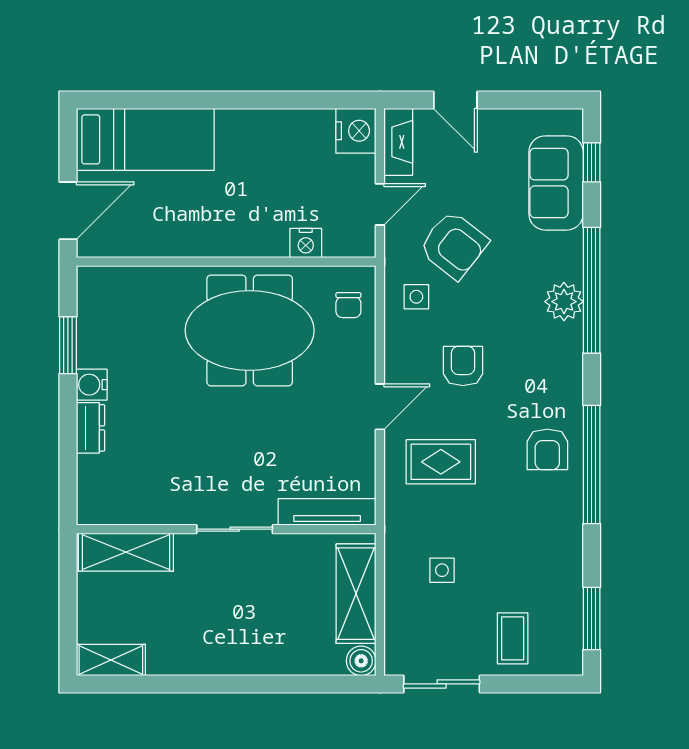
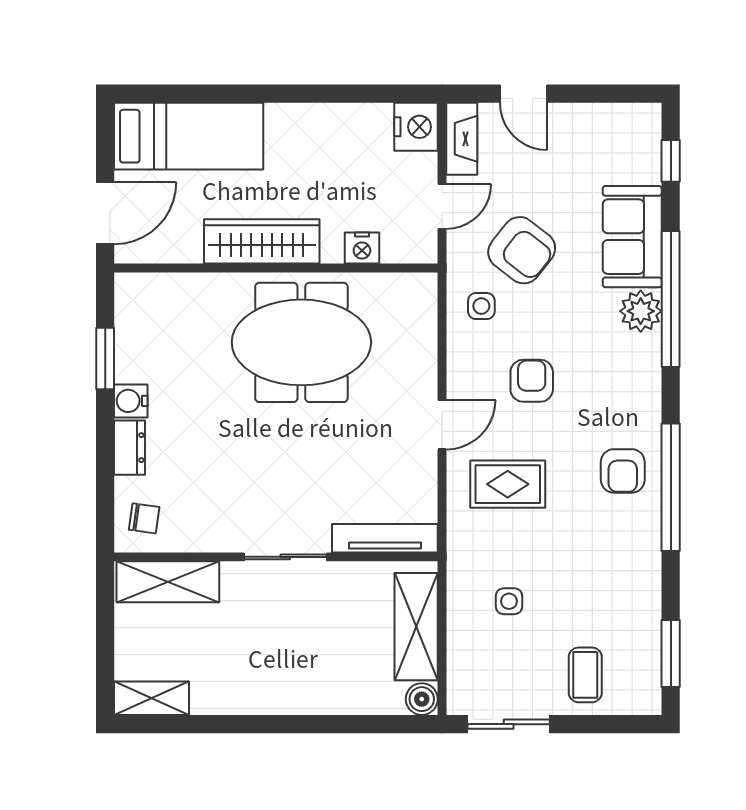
sofa: (556, 183) -> (632, 237), moved
wardrobe: (213, 237) -> (262, 241), added
chair: (348, 305) -> (144, 518), moved, turned -82

